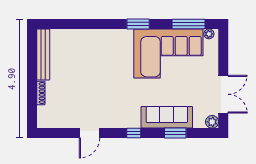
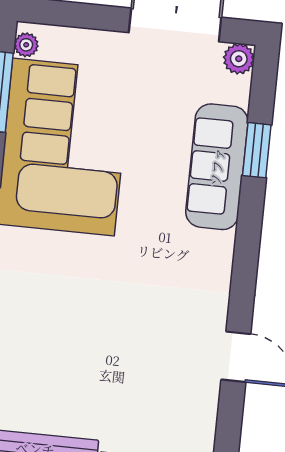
window: (134, 133) -> (247, 250), removed

